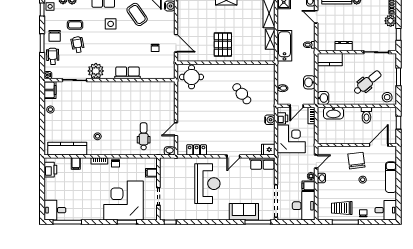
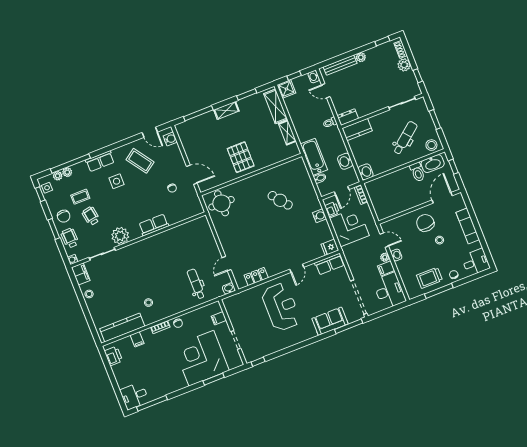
bathtub: (284, 46) -> (314, 157), moved
dresser: (344, 46) -> (348, 117), moved
washbasin: (333, 113) -> (433, 164), moved
door: (316, 162) -> (384, 240), hinge flipped

